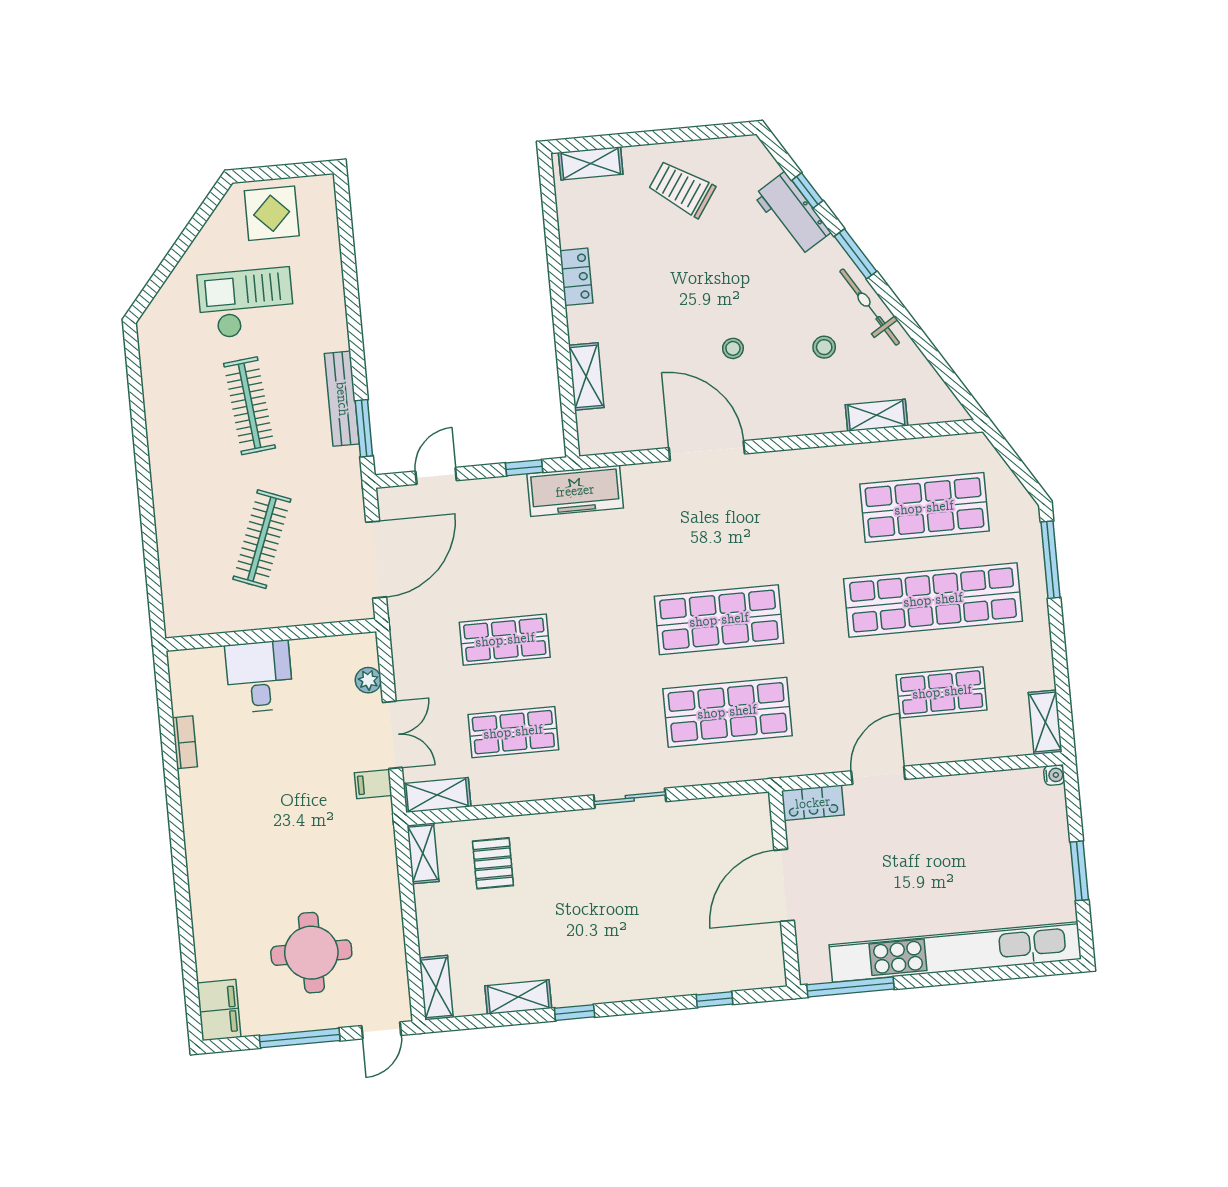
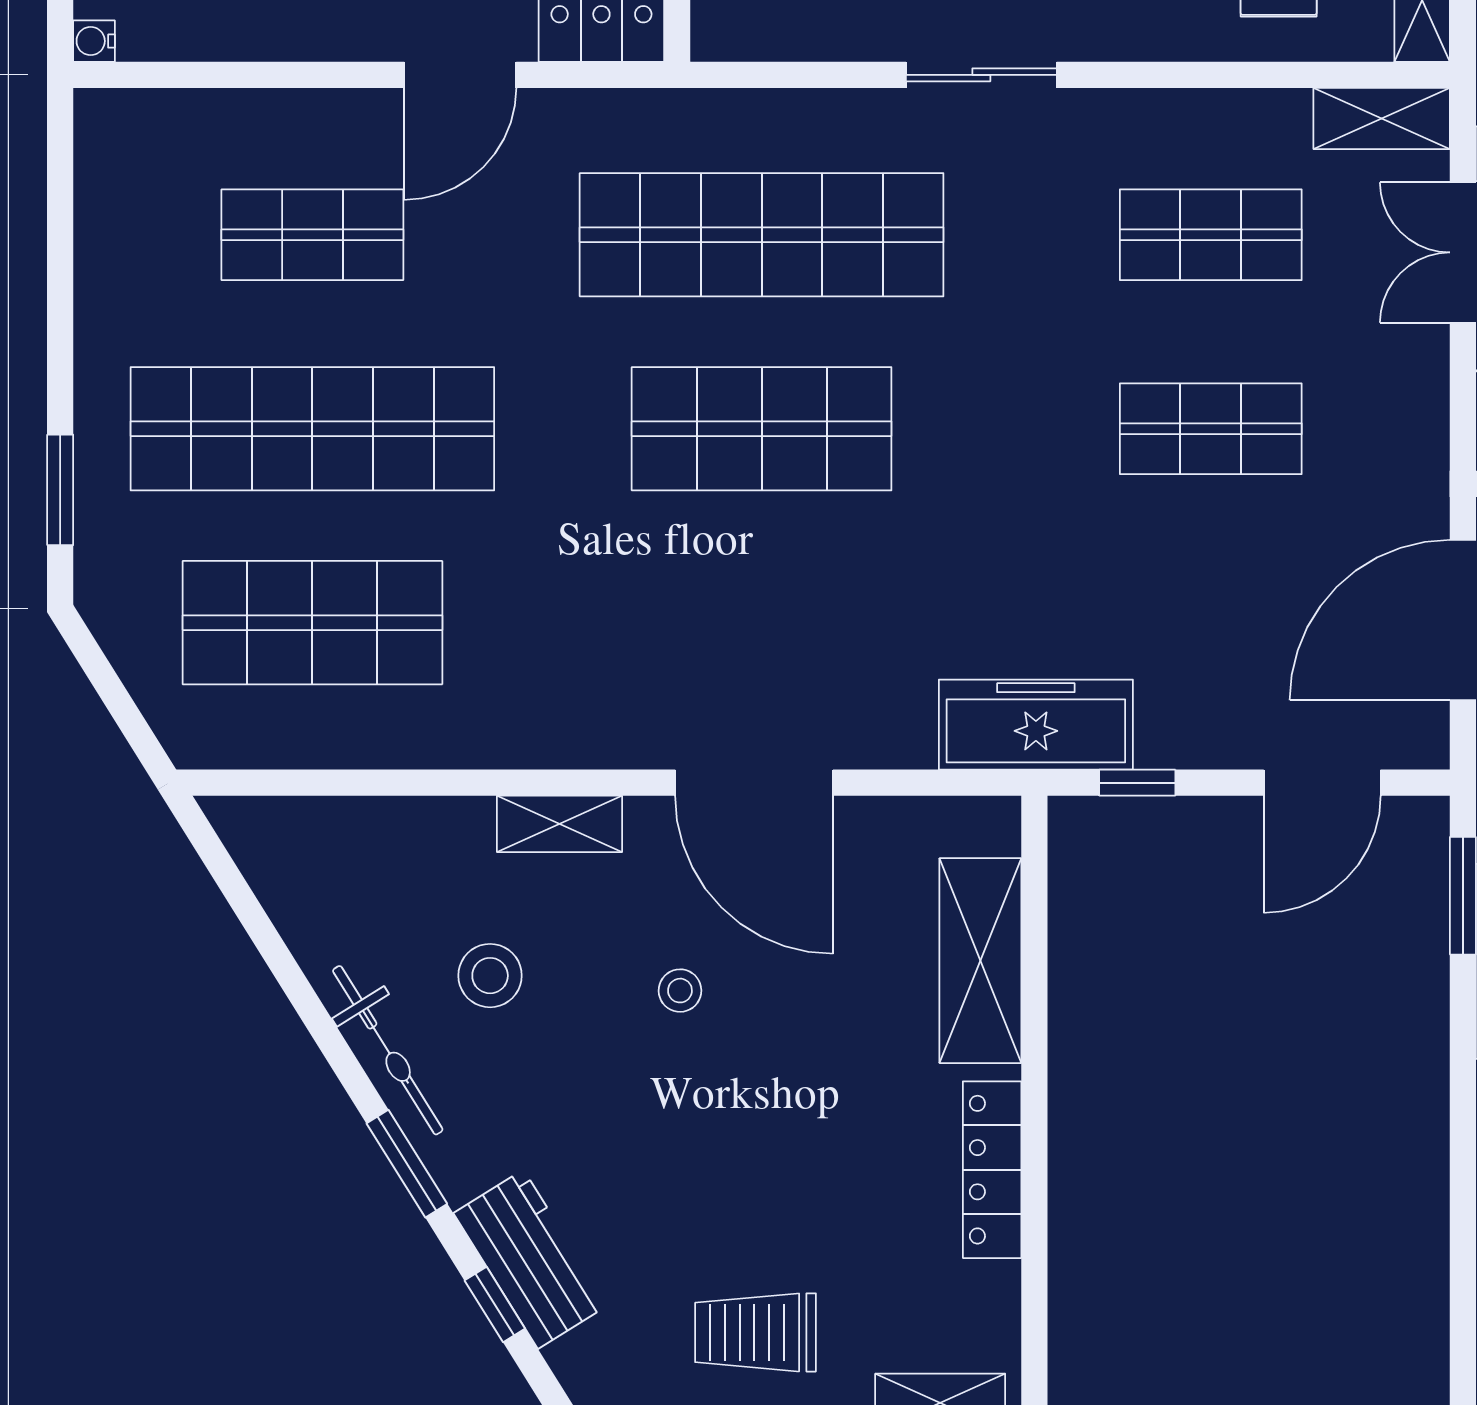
trolley: (682, 189) -> (755, 1332), turned 146
locker: (576, 277) -> (992, 1170), width x1.53
stool: (824, 347) -> (490, 976), width x1.37, depth x1.37
shelving: (586, 376) -> (980, 961), width x1.50, depth x1.33
shelving: (876, 415) -> (560, 824), moved
door: (436, 476) -> (1322, 783), width x1.38
window: (1051, 560) -> (60, 490), width x0.69
shop shelf: (727, 712) -> (762, 235), width x1.40
shelving: (1045, 722) -> (103, 153), removed

